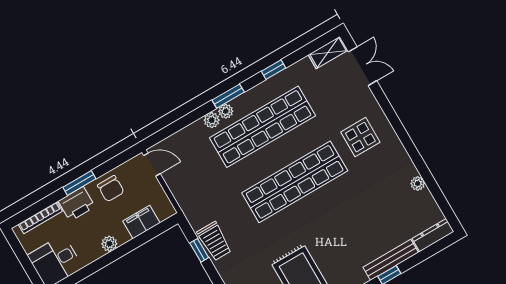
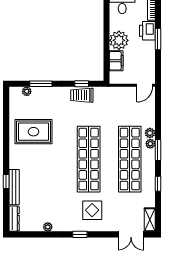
window: (403, 135) -> (80, 234), added
chair: (111, 189) -> (145, 55), removed
plant: (109, 244) -> (119, 40), width x1.88, depth x1.88

